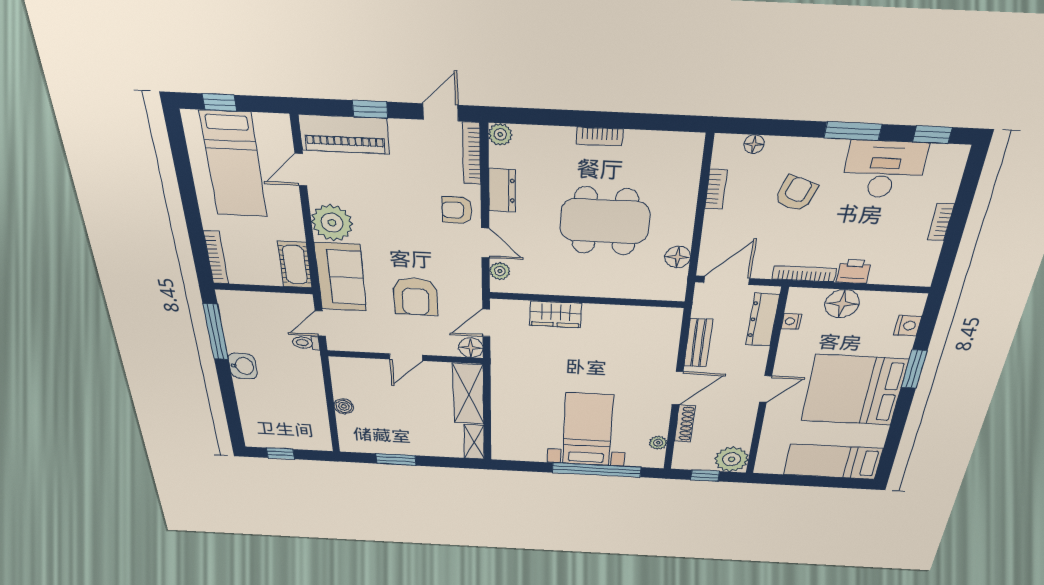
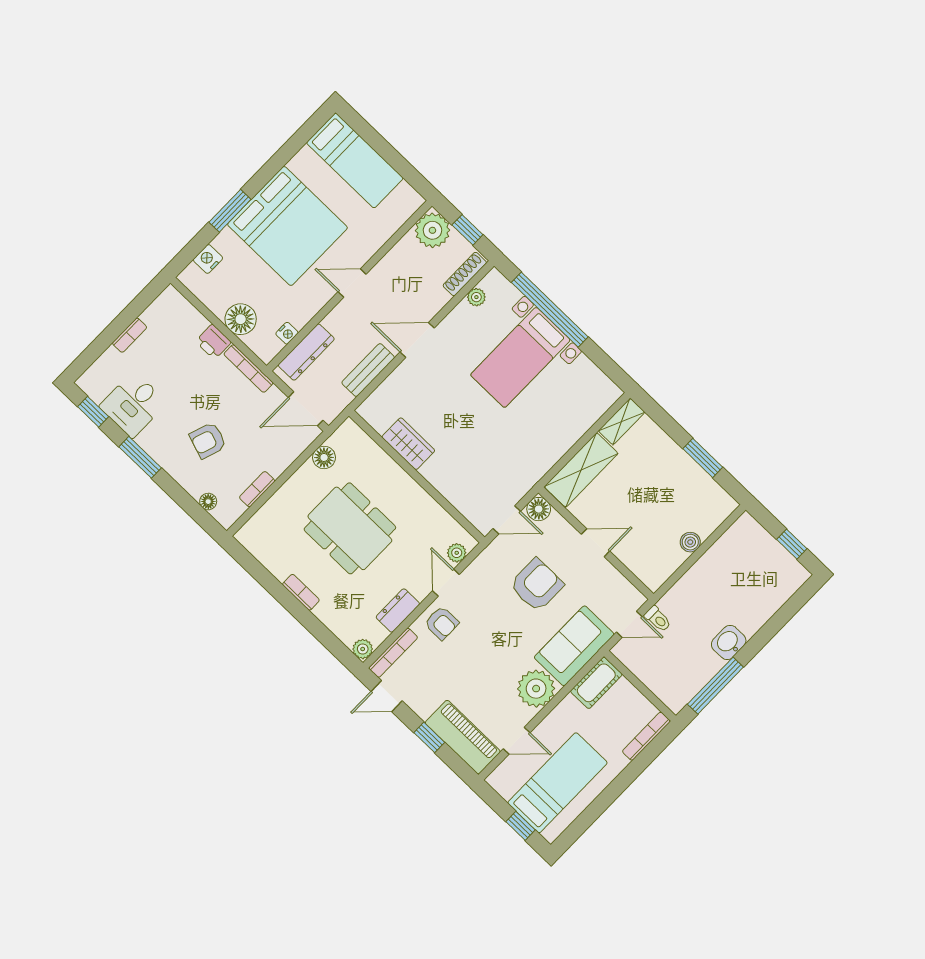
desk: (884, 169) -> (133, 405), width x0.73
wardrobe: (556, 314) -> (408, 444), moved
shoe rack: (685, 424) -> (465, 274), moved

